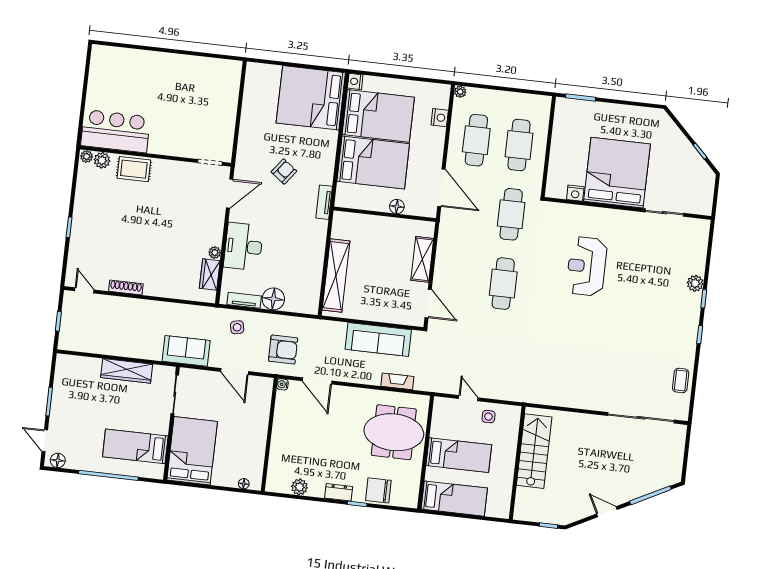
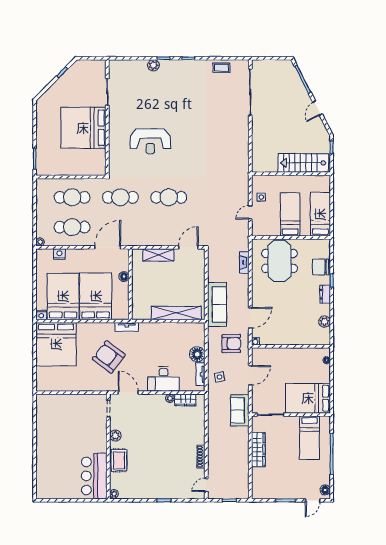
plant: (102, 160) -> (115, 436), moved
armchair: (284, 172) -> (109, 357), width x1.88, depth x1.88
nightstand: (575, 193) -> (101, 155), removed
sofa: (378, 339) -> (217, 304), moved
armchair: (283, 350) -> (231, 344), turned 90
stairs: (534, 451) -> (303, 163), moved
chair: (378, 490) -> (321, 267), turned 90

